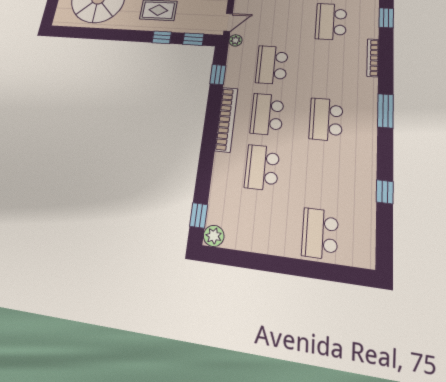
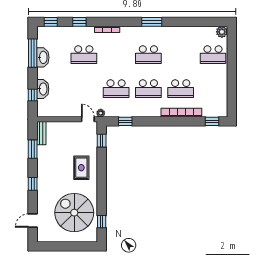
window: (162, 37) -> (102, 222), moved
window: (385, 111) -> (152, 22), moved
bookcase: (226, 119) -> (181, 113), moved
window: (385, 192) -> (187, 22), removed
plant: (214, 236) -> (222, 32), moved

